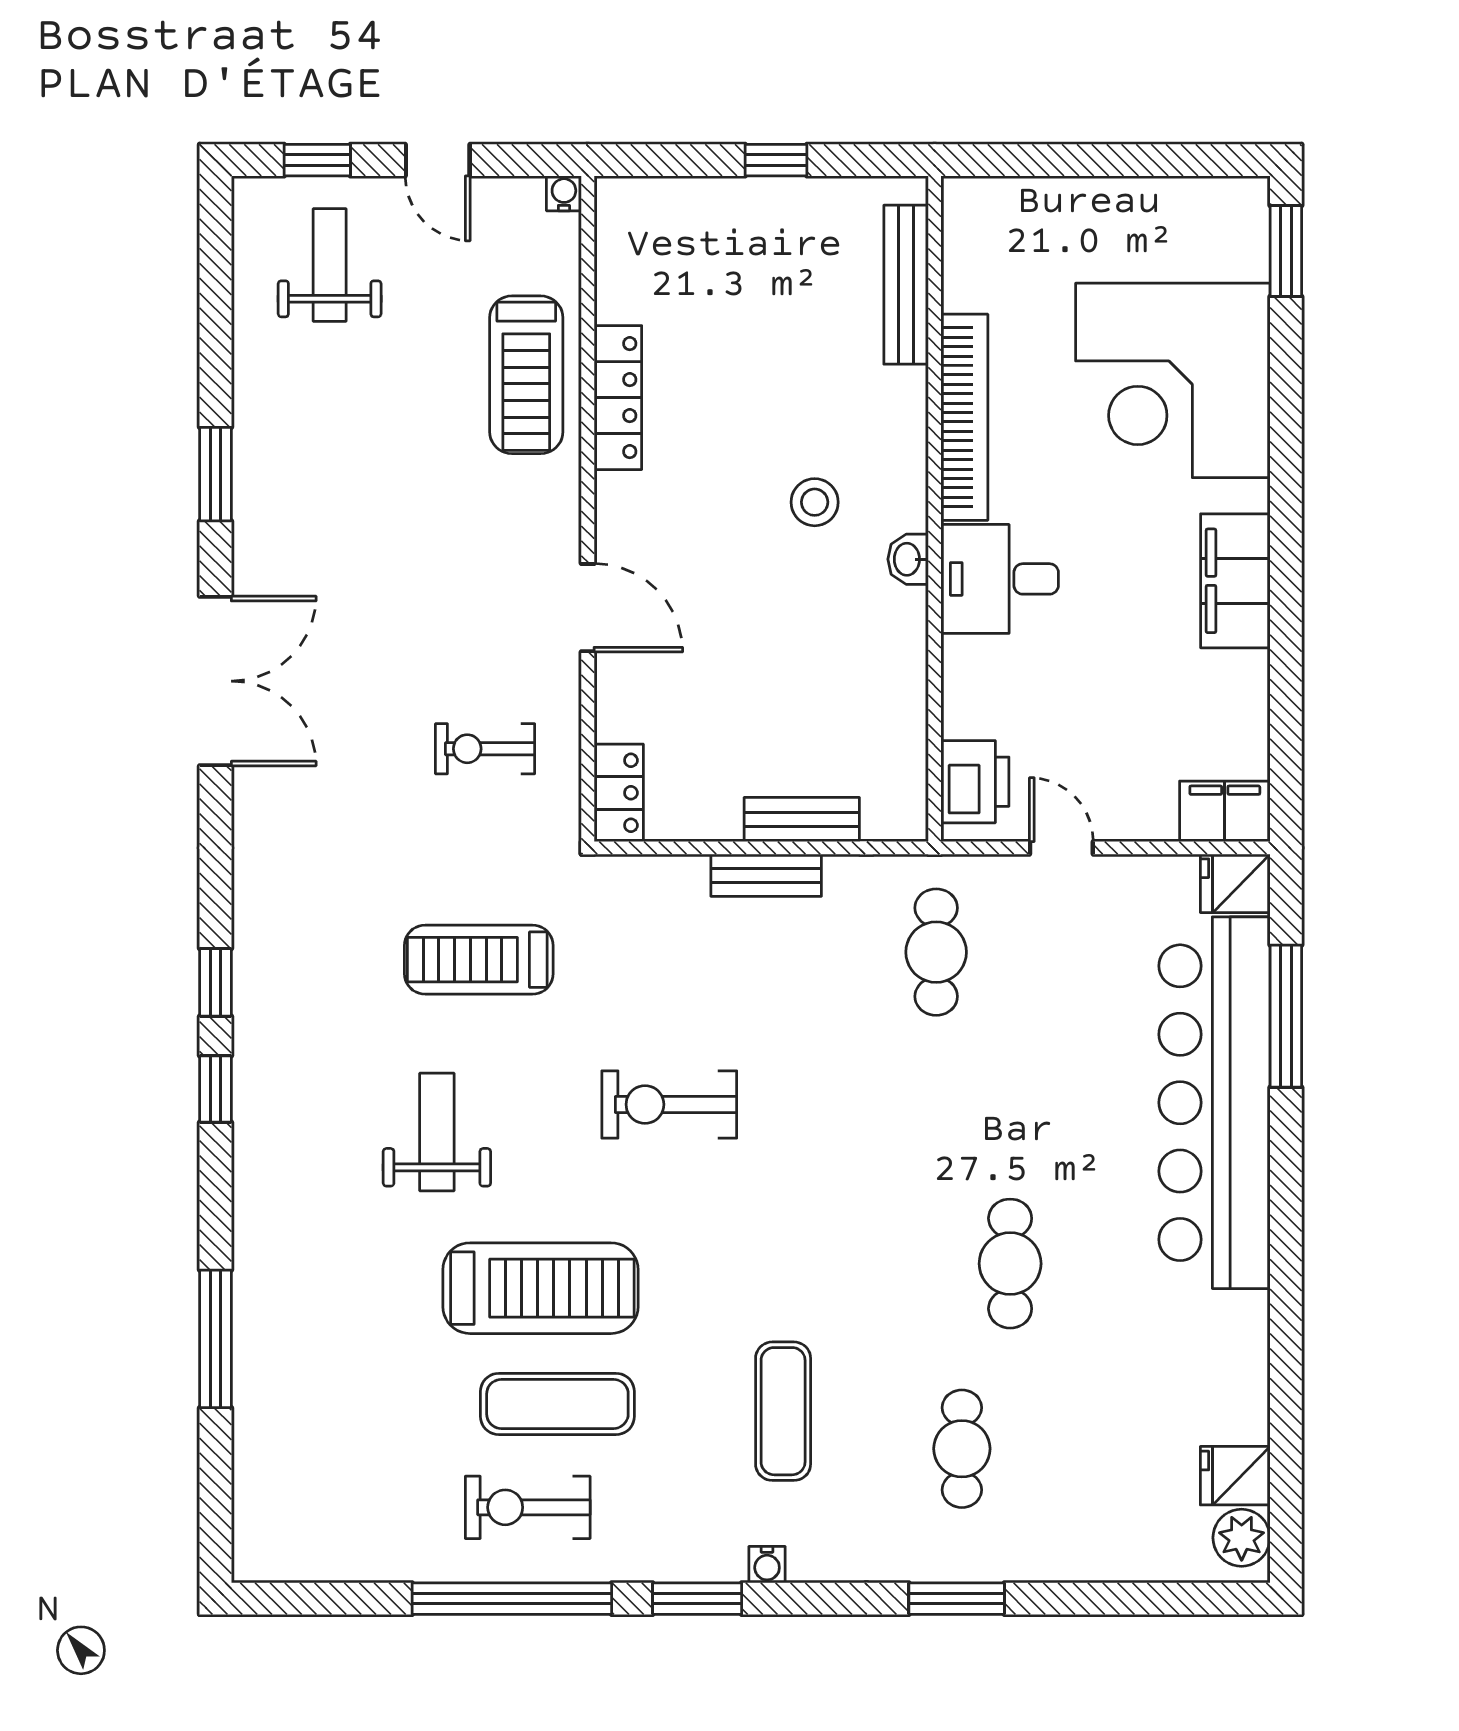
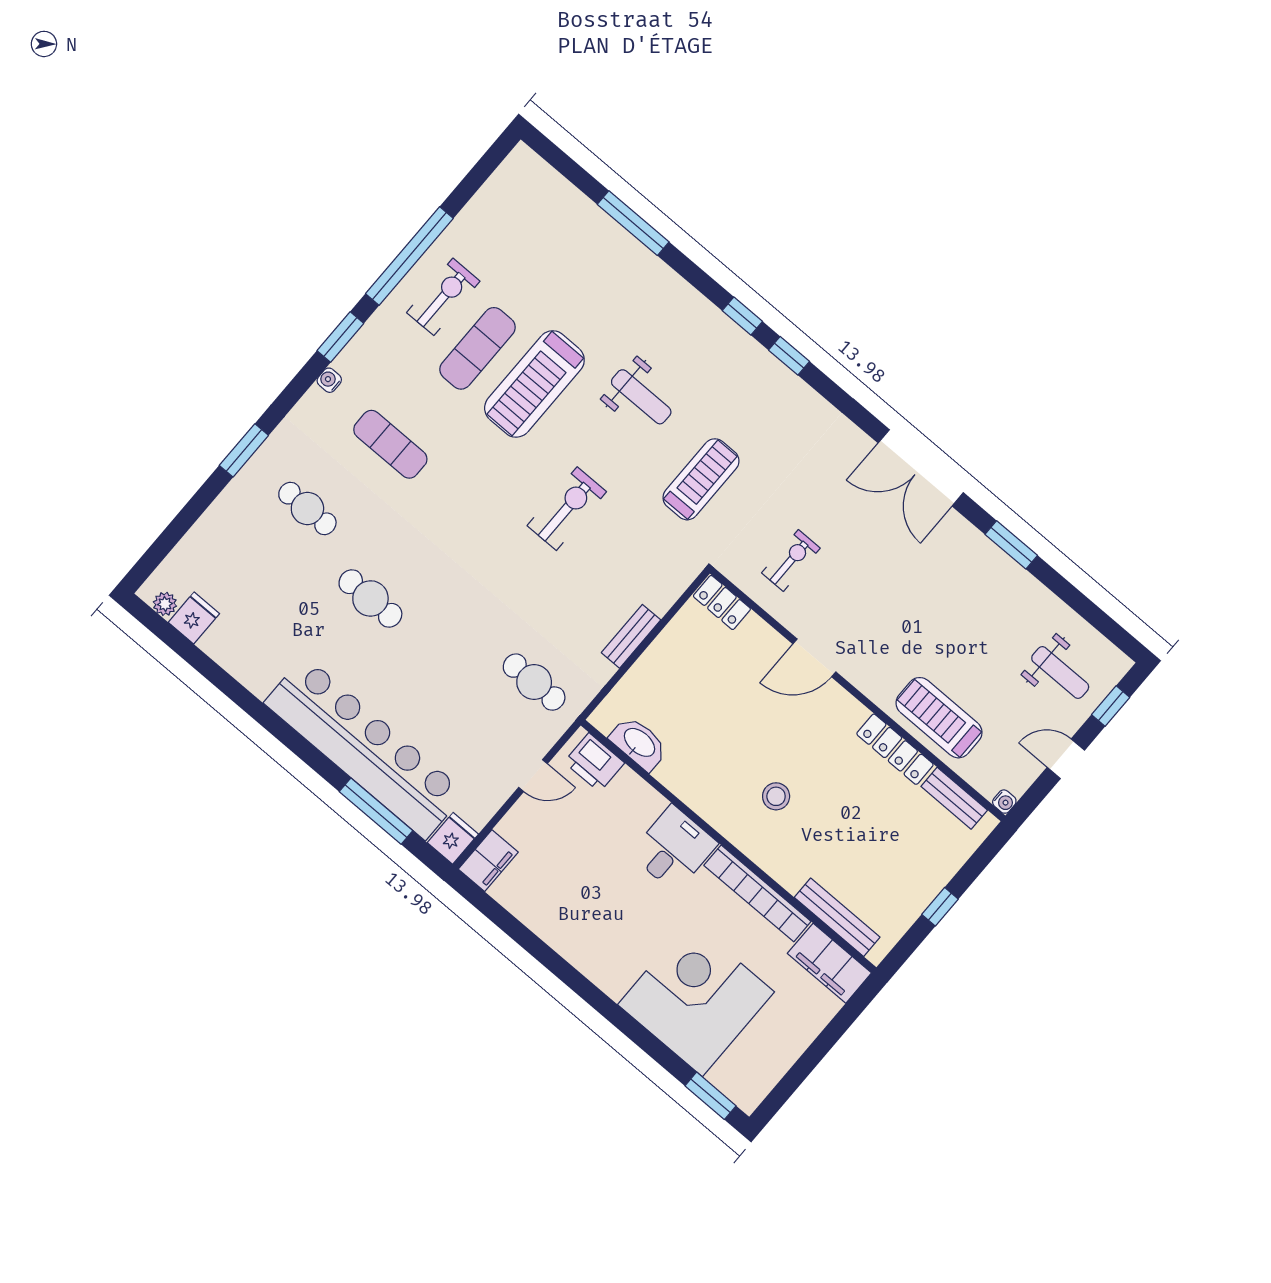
washbasin: (908, 559) -> (639, 743), moved, width x1.91, depth x1.45
filing cabinet: (1235, 581) -> (829, 963), moved, turned 180
bench: (802, 819) -> (954, 798), moved, turned 90
plant: (1242, 1538) -> (165, 604), width x0.73, depth x0.73

